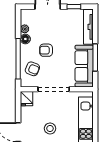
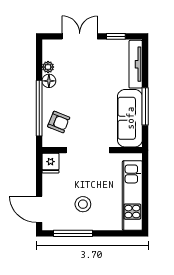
armchair: (46, 50) -> (77, 96), removed

